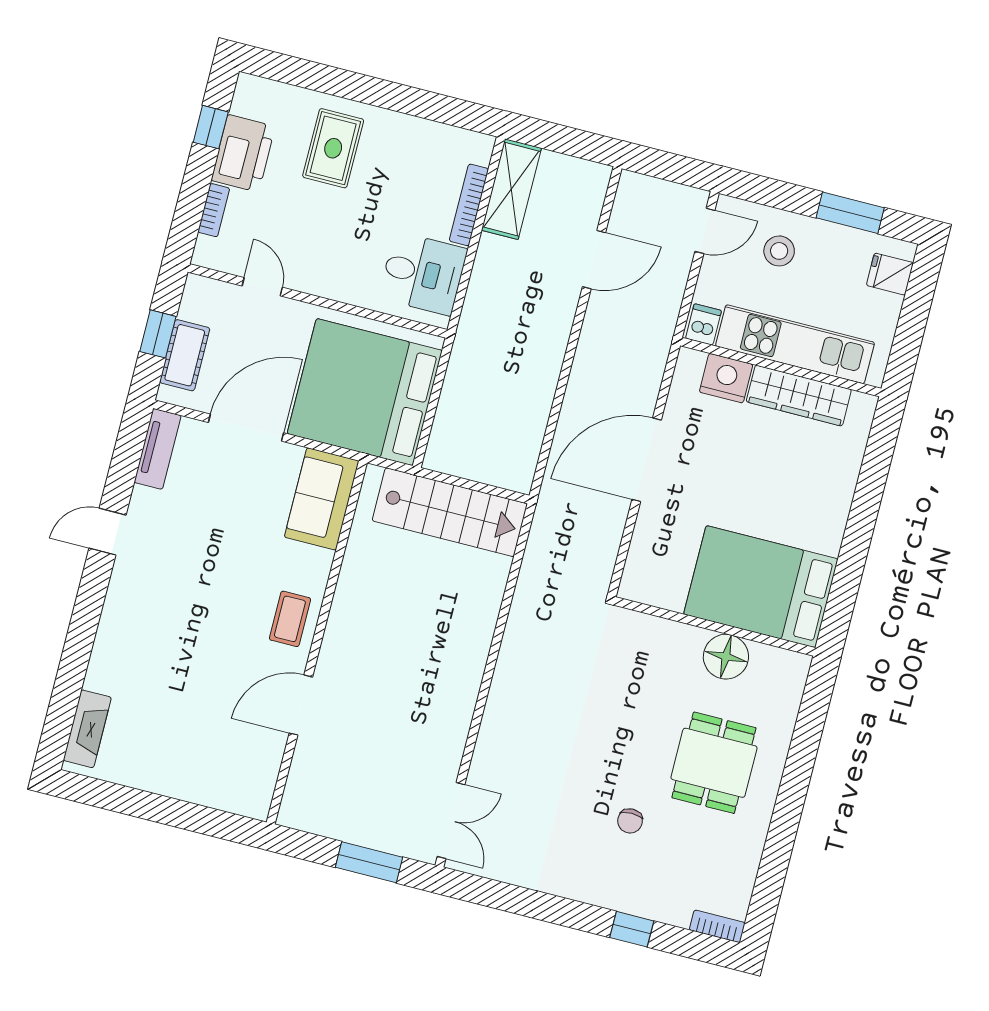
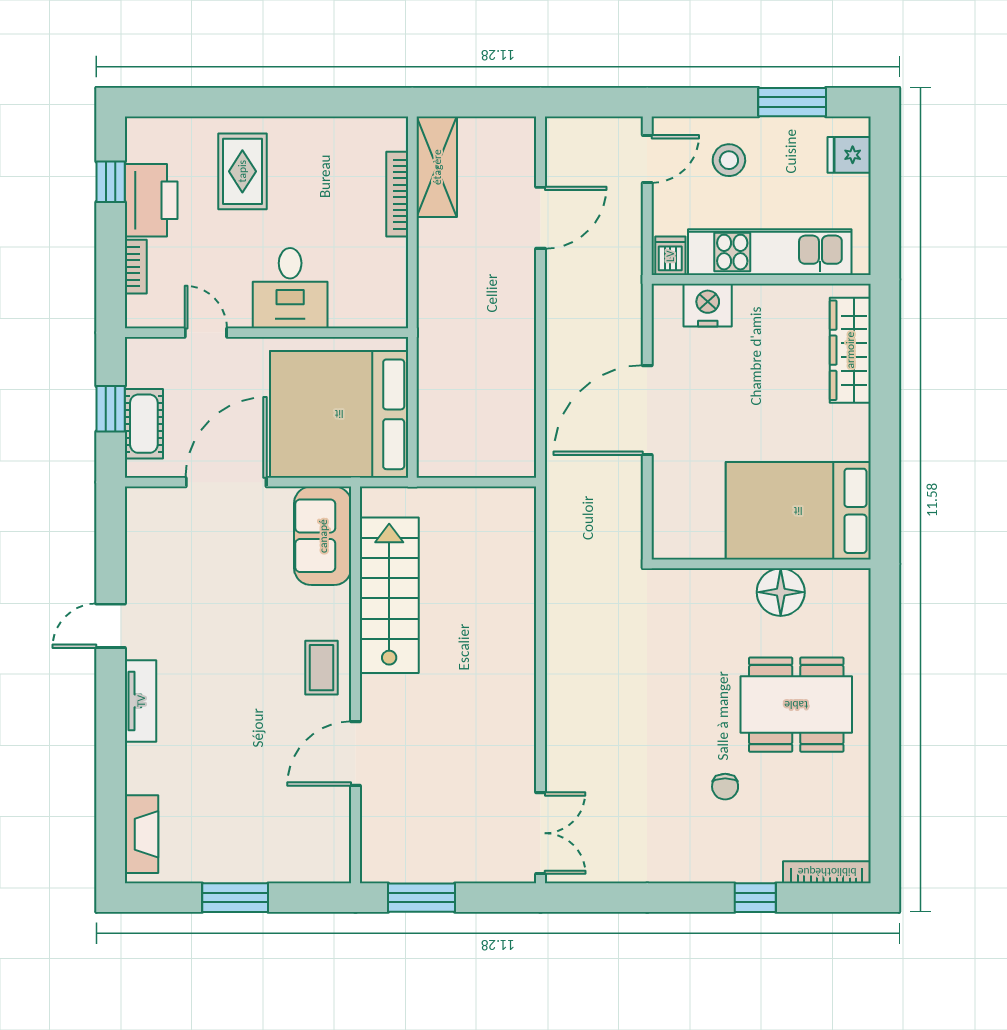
desk: (423, 274) -> (290, 288), moved, turned 90
wardrobe: (799, 396) -> (850, 350), moved, turned 90
tv unit: (158, 449) -> (141, 701), moved
stairs: (450, 512) -> (389, 595), moved, turned -90
dining table: (714, 763) -> (796, 705), width x1.37
window: (158, 808) -> (235, 898), added
window: (369, 862) -> (422, 898), moved
bookcase: (717, 926) -> (827, 872), width x1.56

